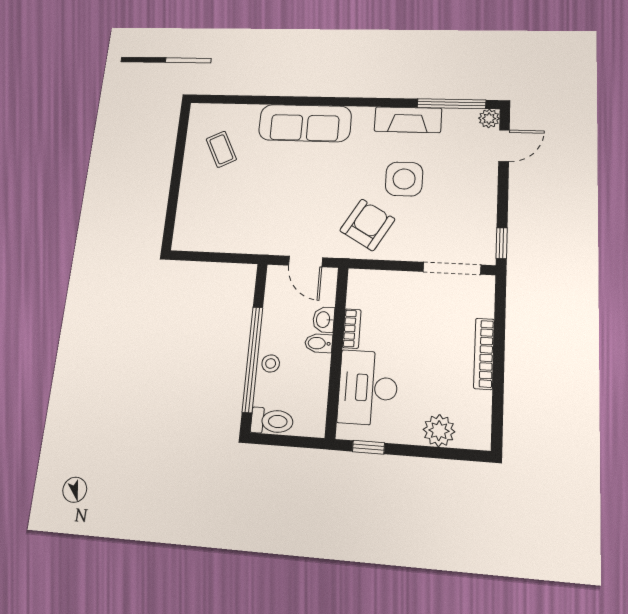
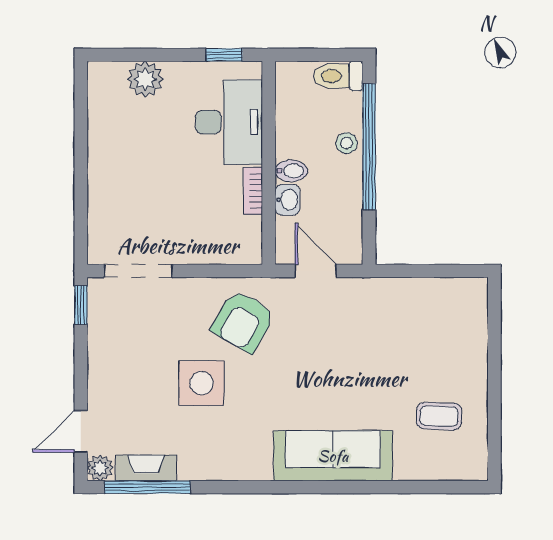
fireplace: (408, 120) -> (146, 468), moved, width x0.73, depth x0.76
coffee table: (221, 149) -> (439, 416), turned -61
bookcase: (484, 354) -> (98, 170), removed

